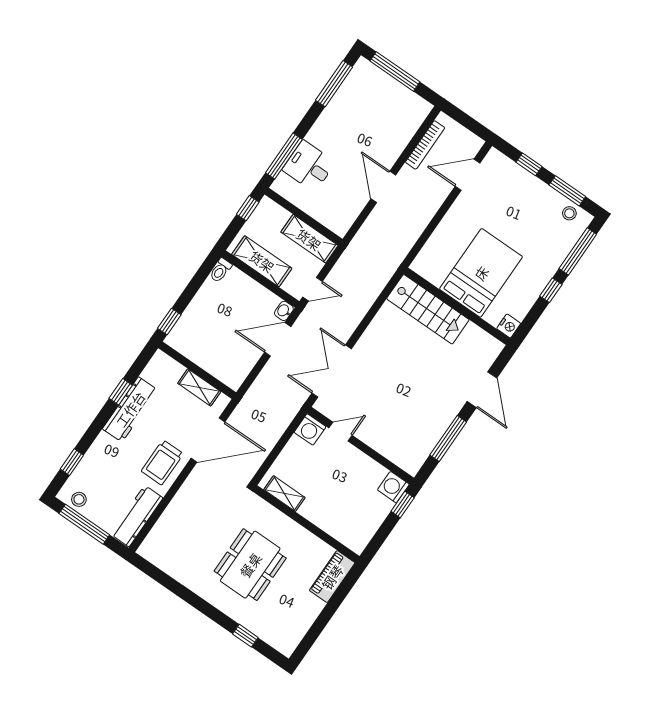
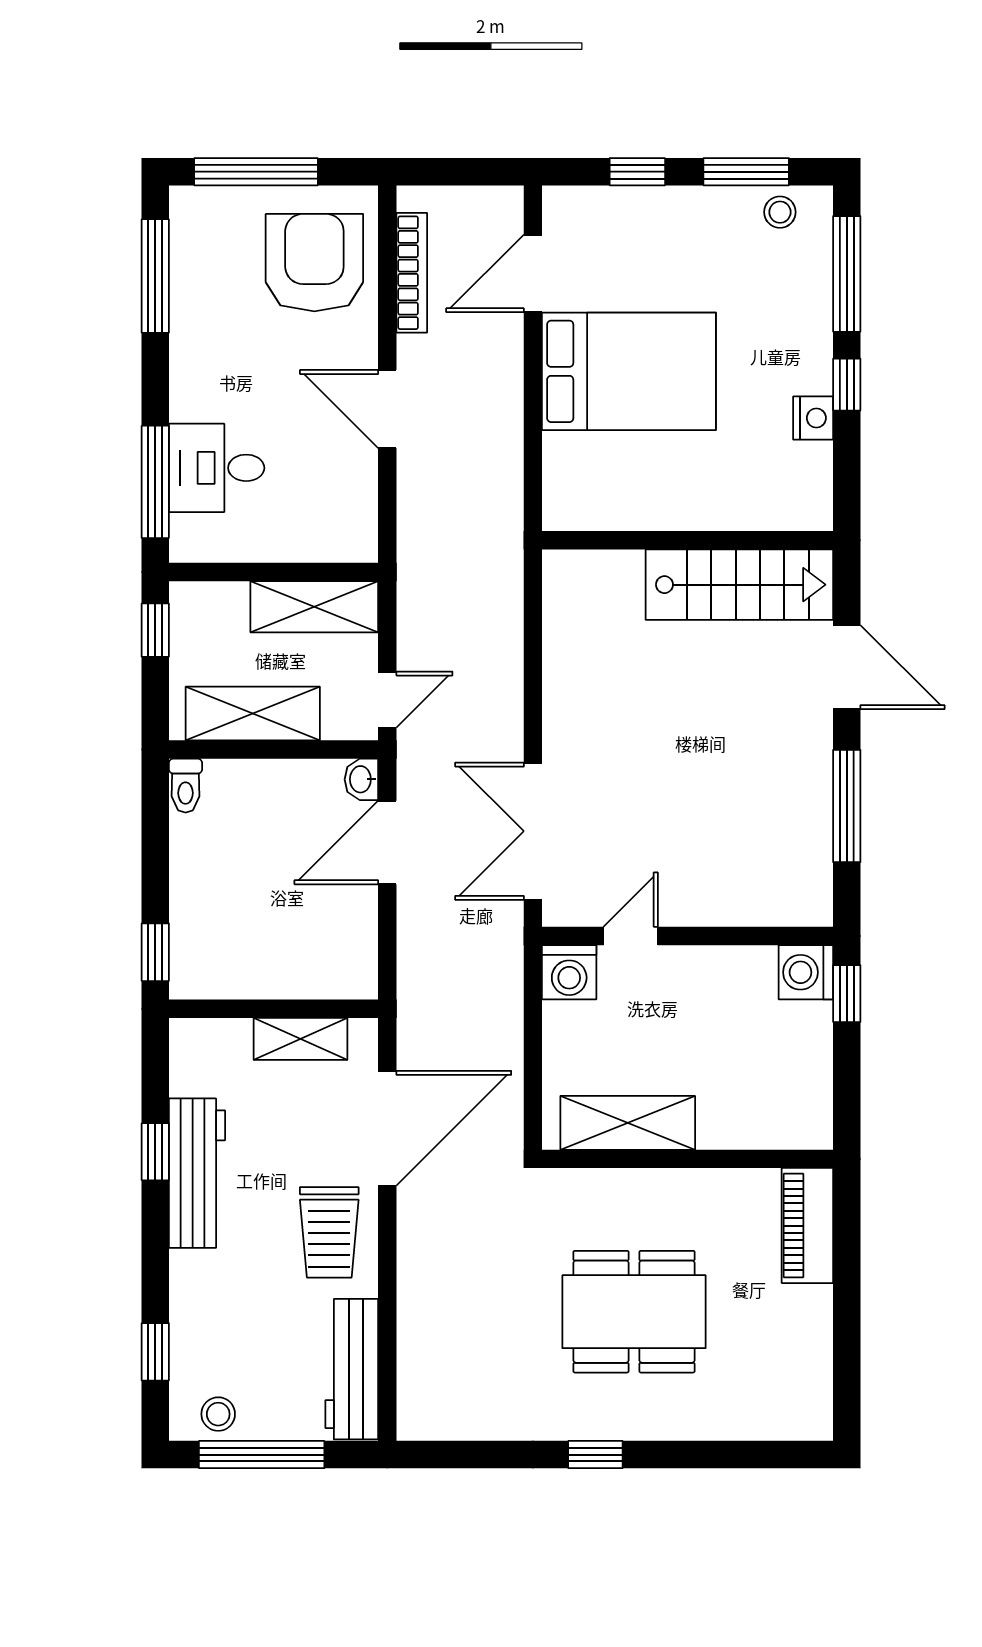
armchair: (393, 118) -> (314, 263), added
bed: (481, 273) -> (629, 371), moved, turned 90
stairs: (428, 309) -> (739, 585), moved
nightstand: (509, 326) -> (813, 418), moved
shelving: (284, 494) -> (628, 1123), width x1.50, depth x1.33
dining table: (250, 565) -> (634, 1312), turned 90
window: (245, 636) -> (595, 1455), moved

